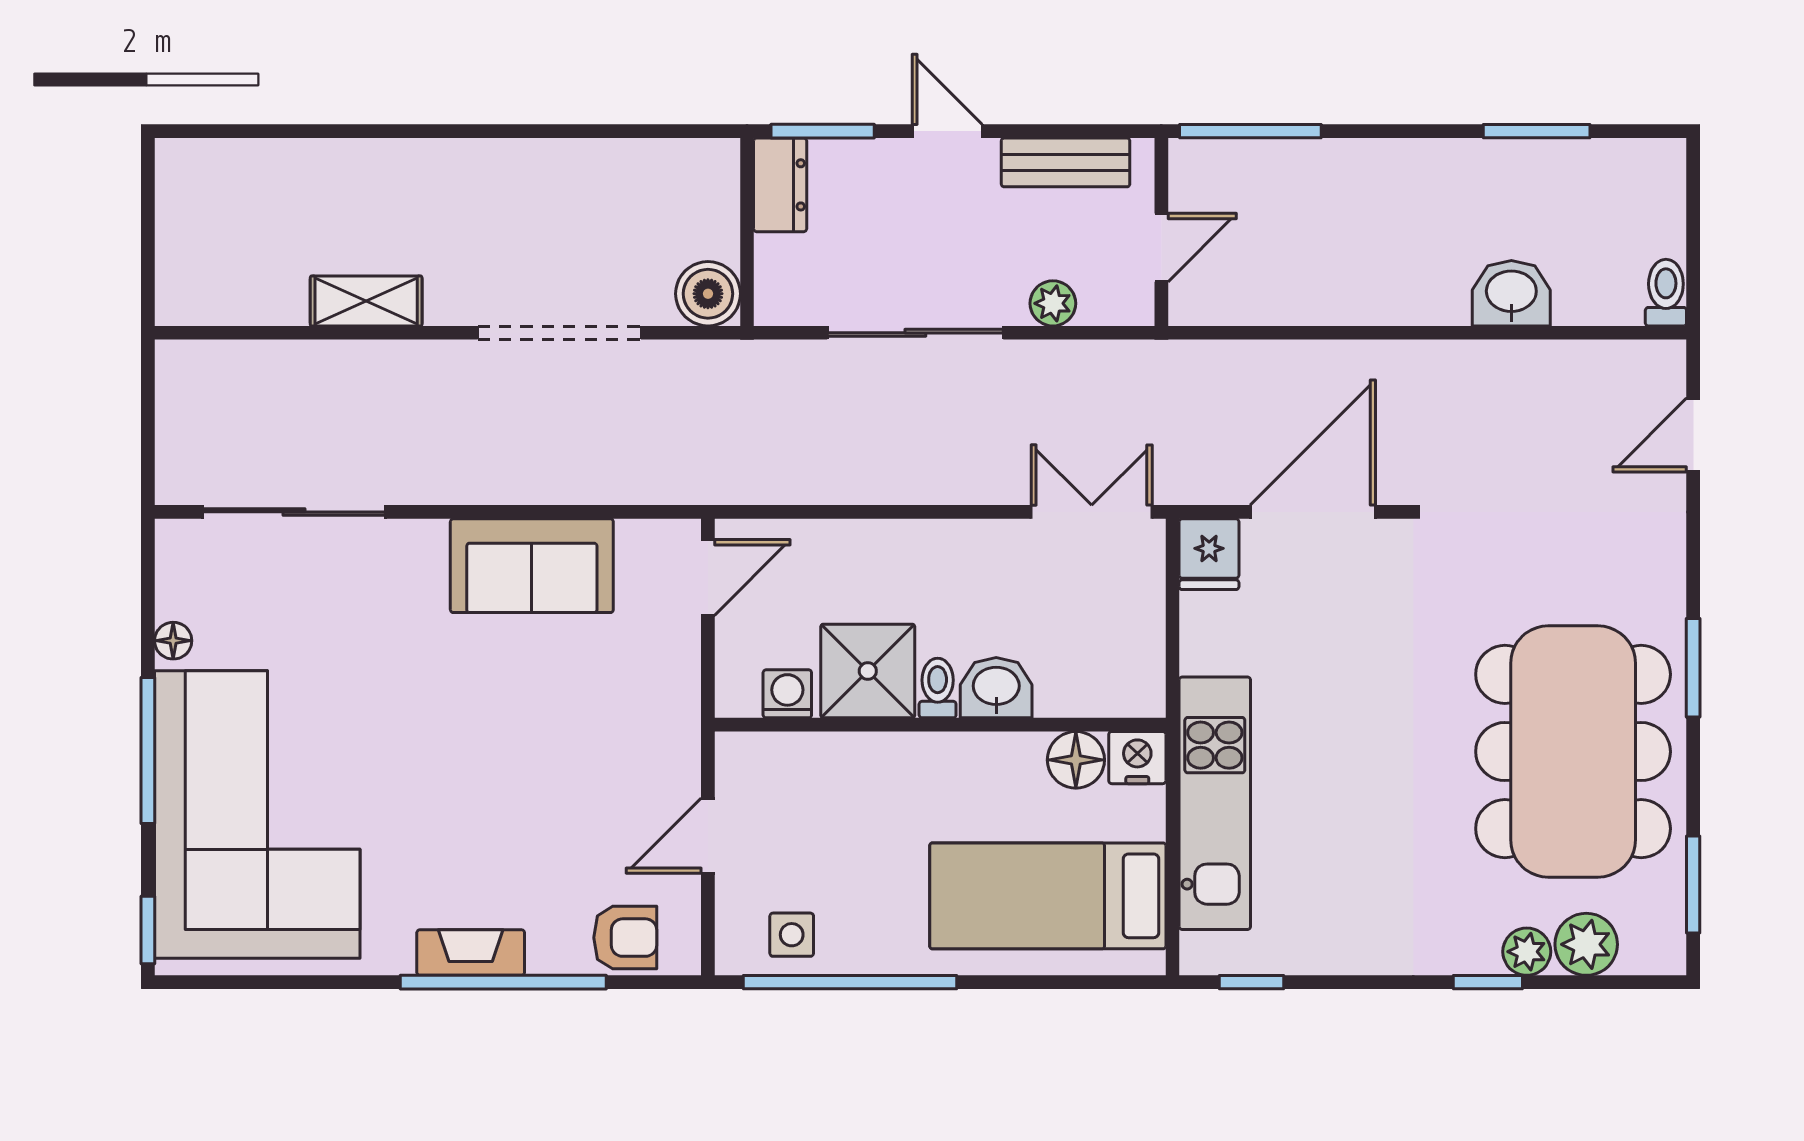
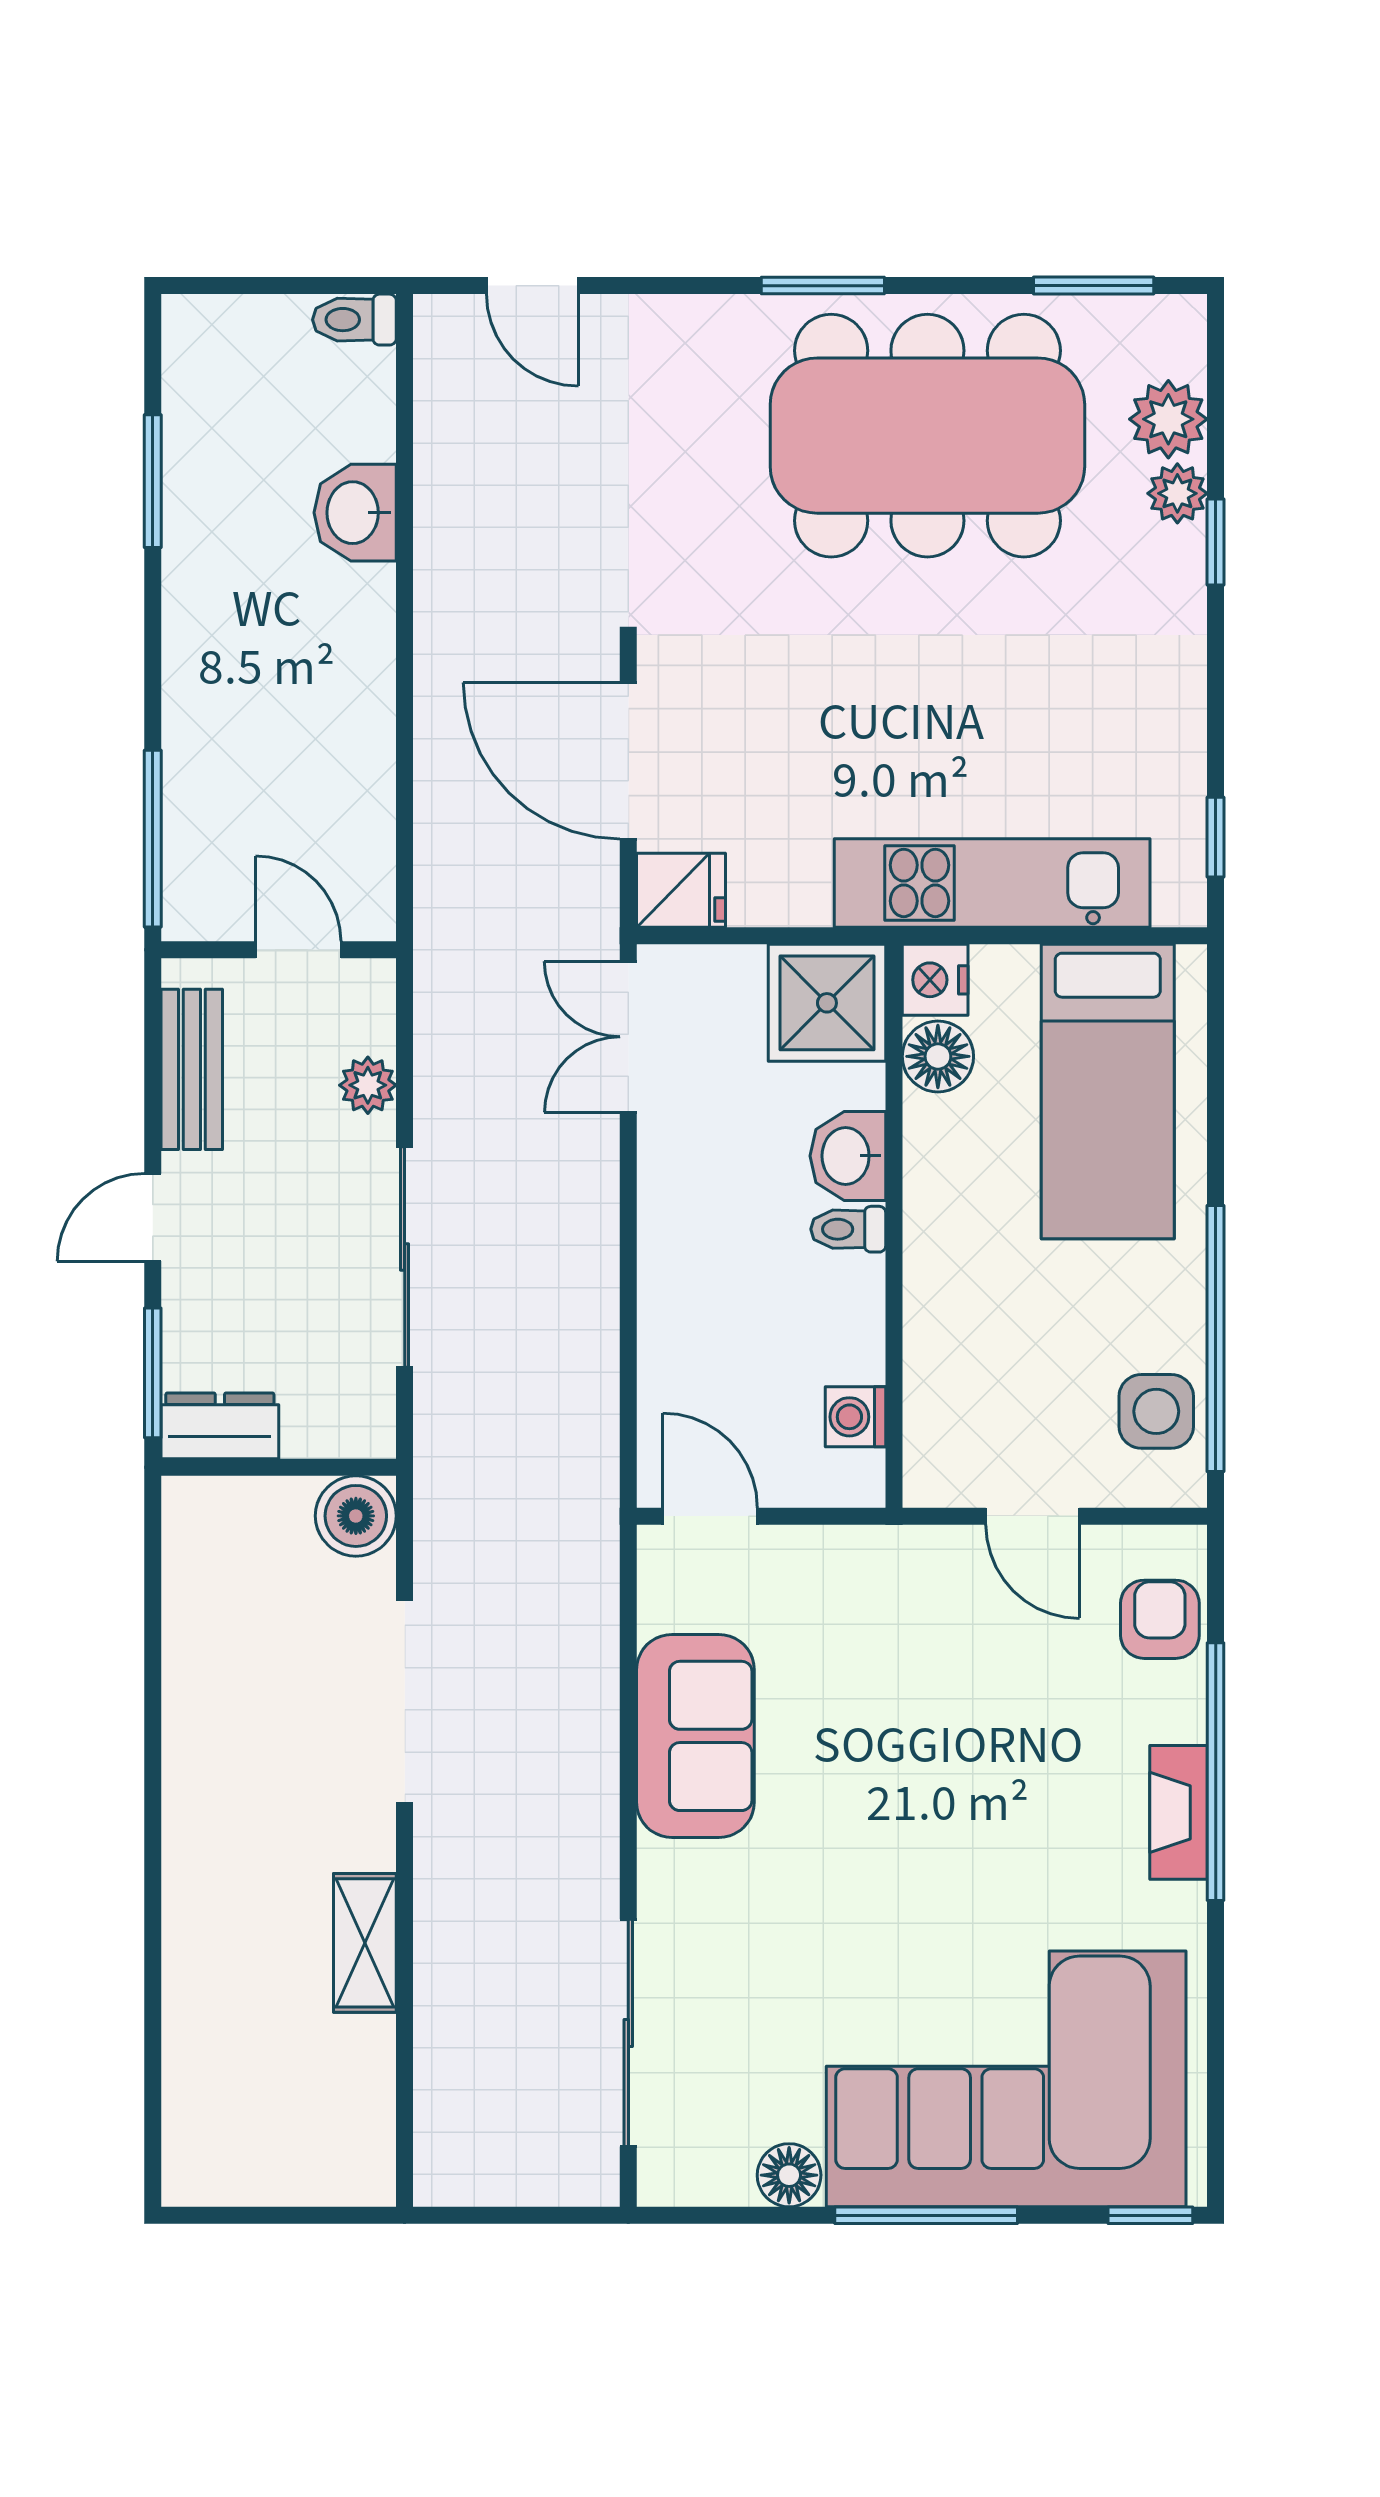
floor lamp: (173, 641) -> (789, 2175), width x1.37, depth x1.37
shower: (868, 671) -> (827, 1003), moved
side table: (792, 935) -> (1156, 1411), width x1.37, depth x1.37

